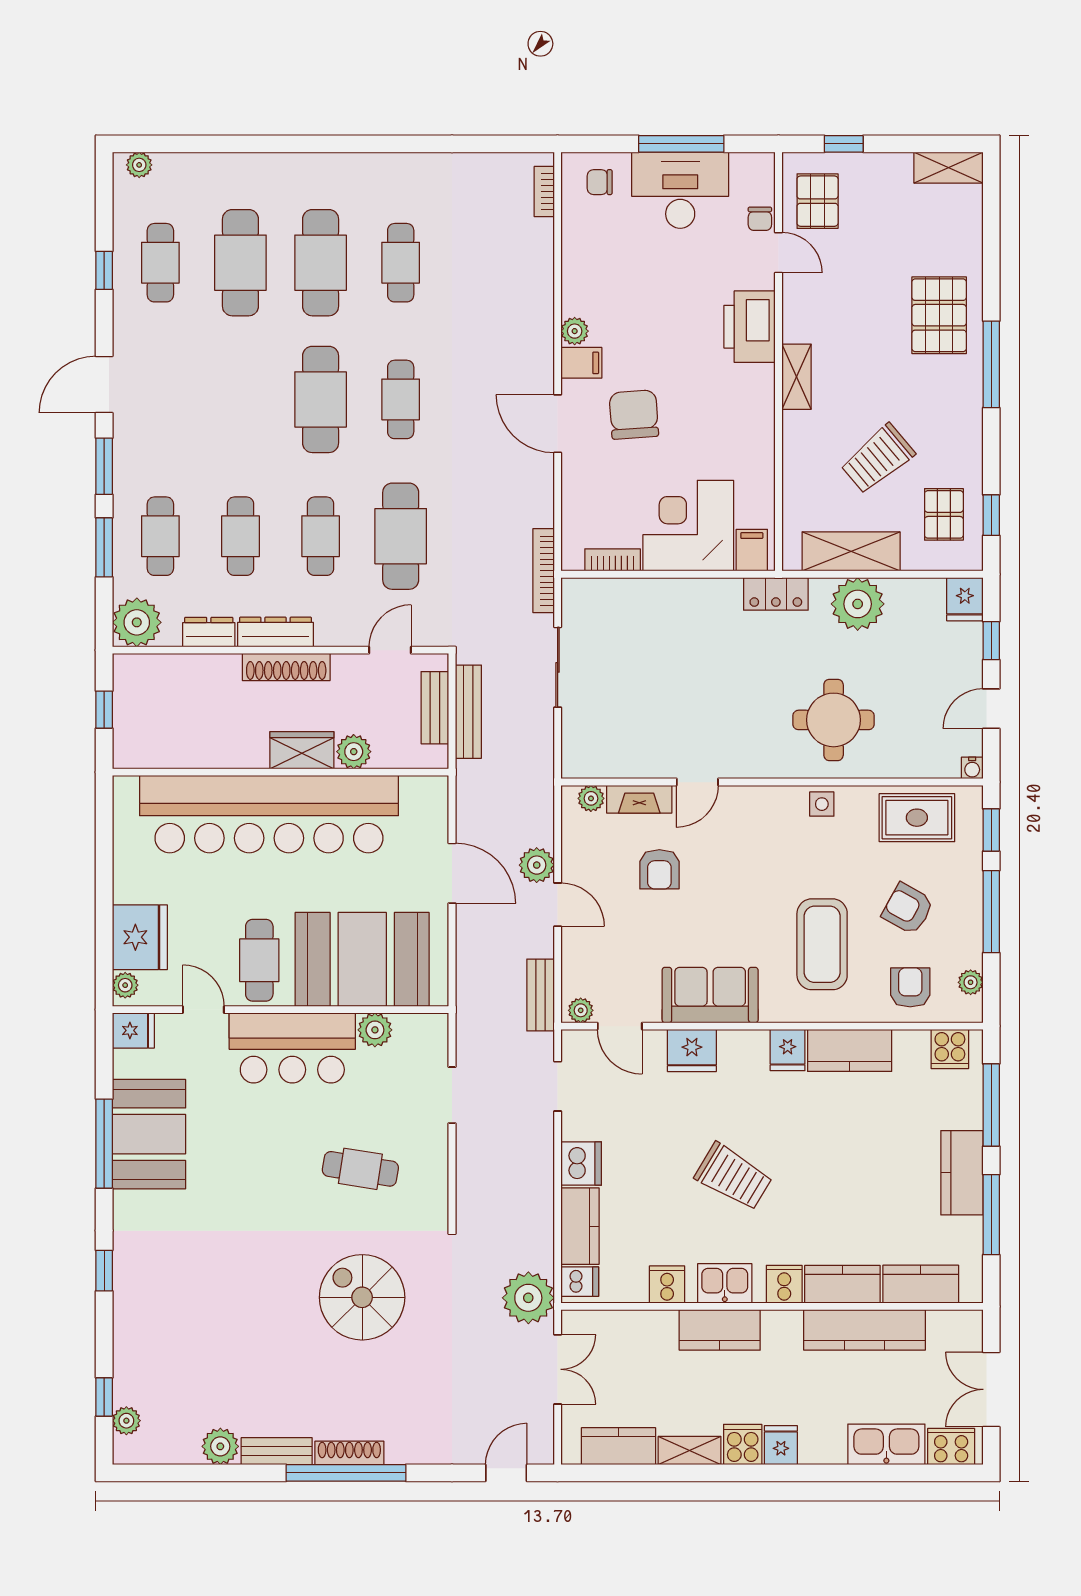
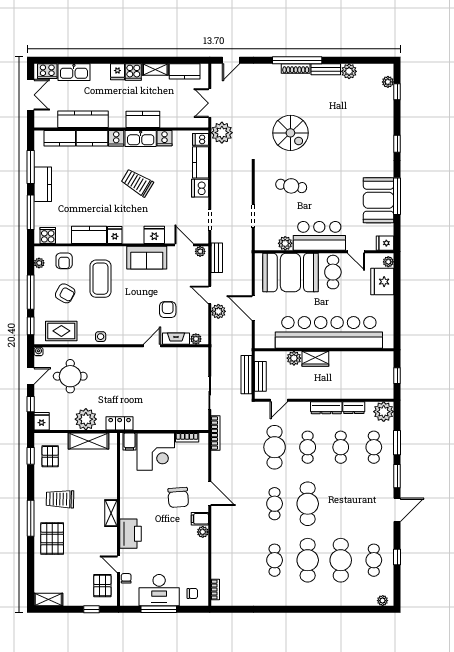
trolley: (878, 459) -> (60, 499), moved, turned -139
shoe rack: (286, 667) -> (322, 393), removed
round table: (834, 720) -> (70, 376), moved
kitchen sink: (725, 1283) -> (141, 139), width x1.38

